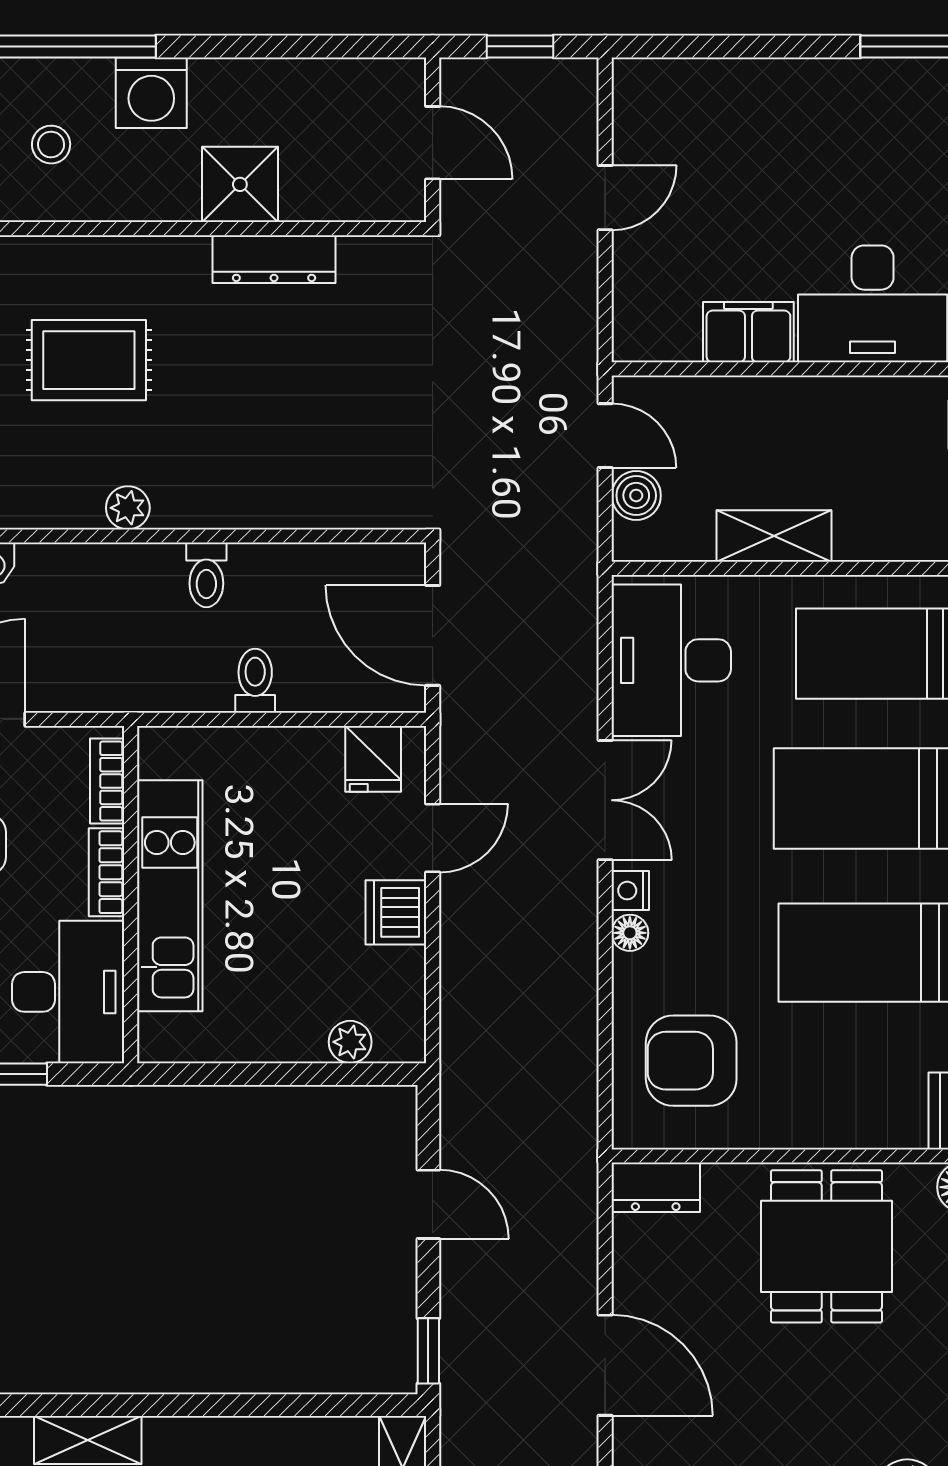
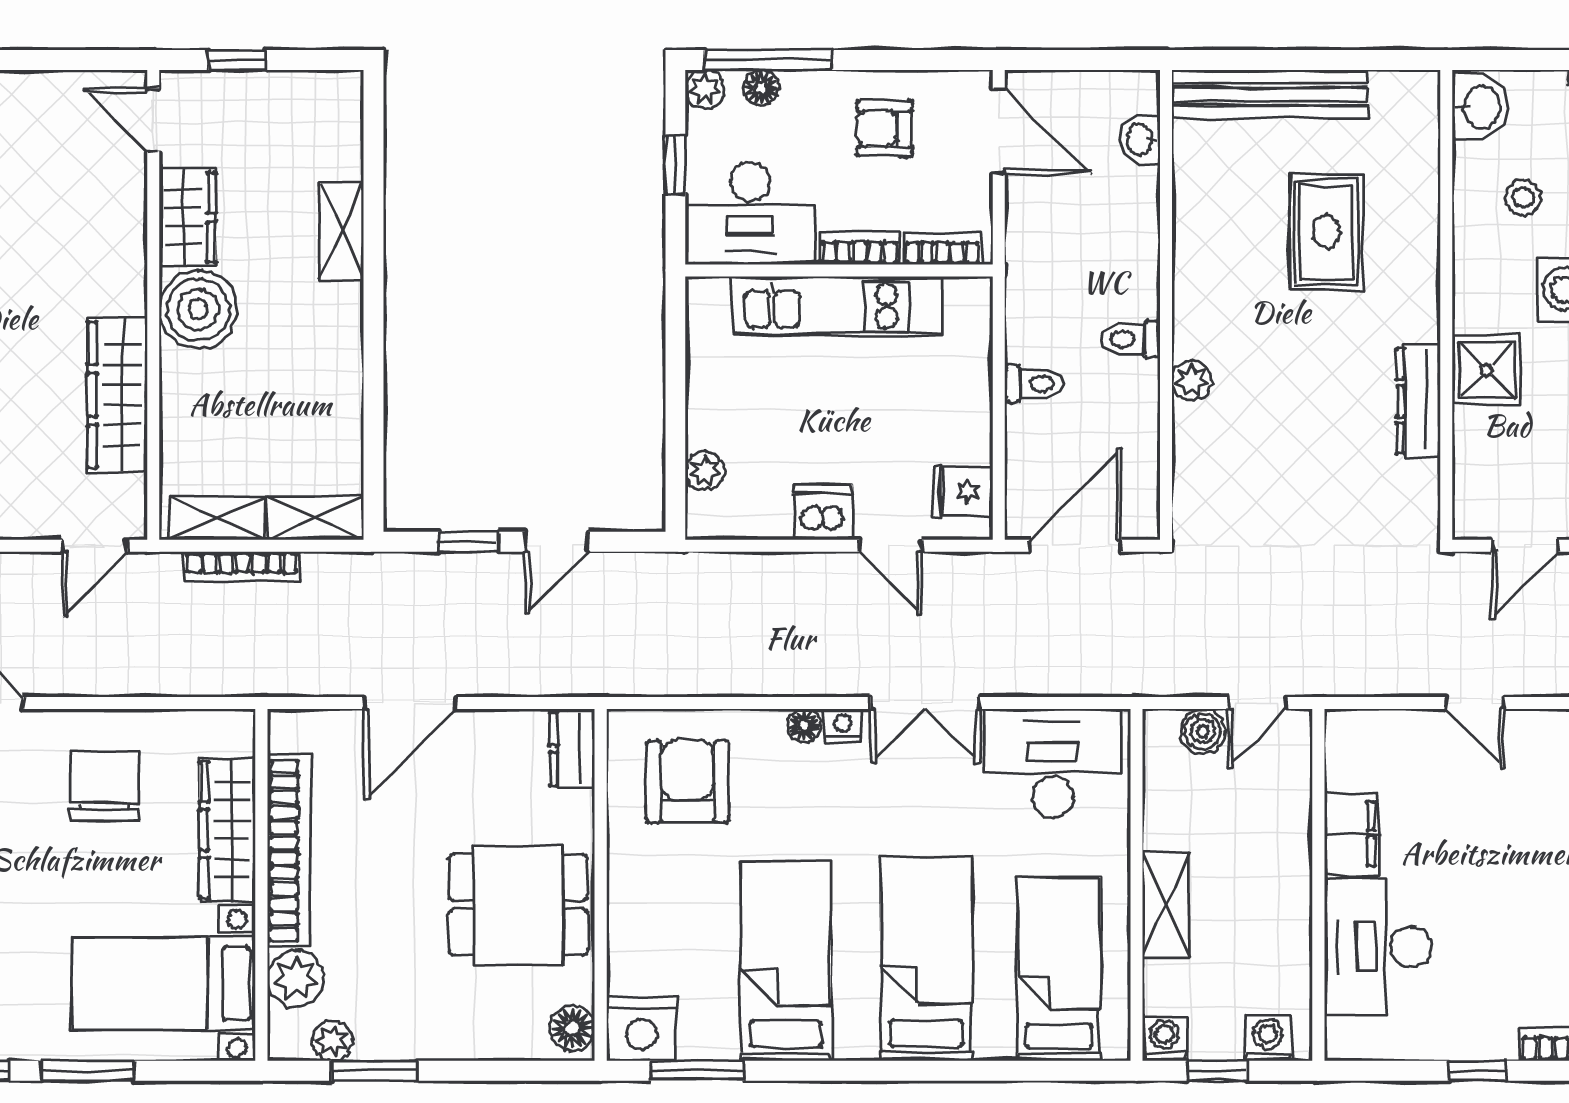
plant: (128, 508) -> (1192, 381), moved
shelving: (774, 536) -> (1166, 905), moved
window: (428, 1351) -> (469, 542), moved

